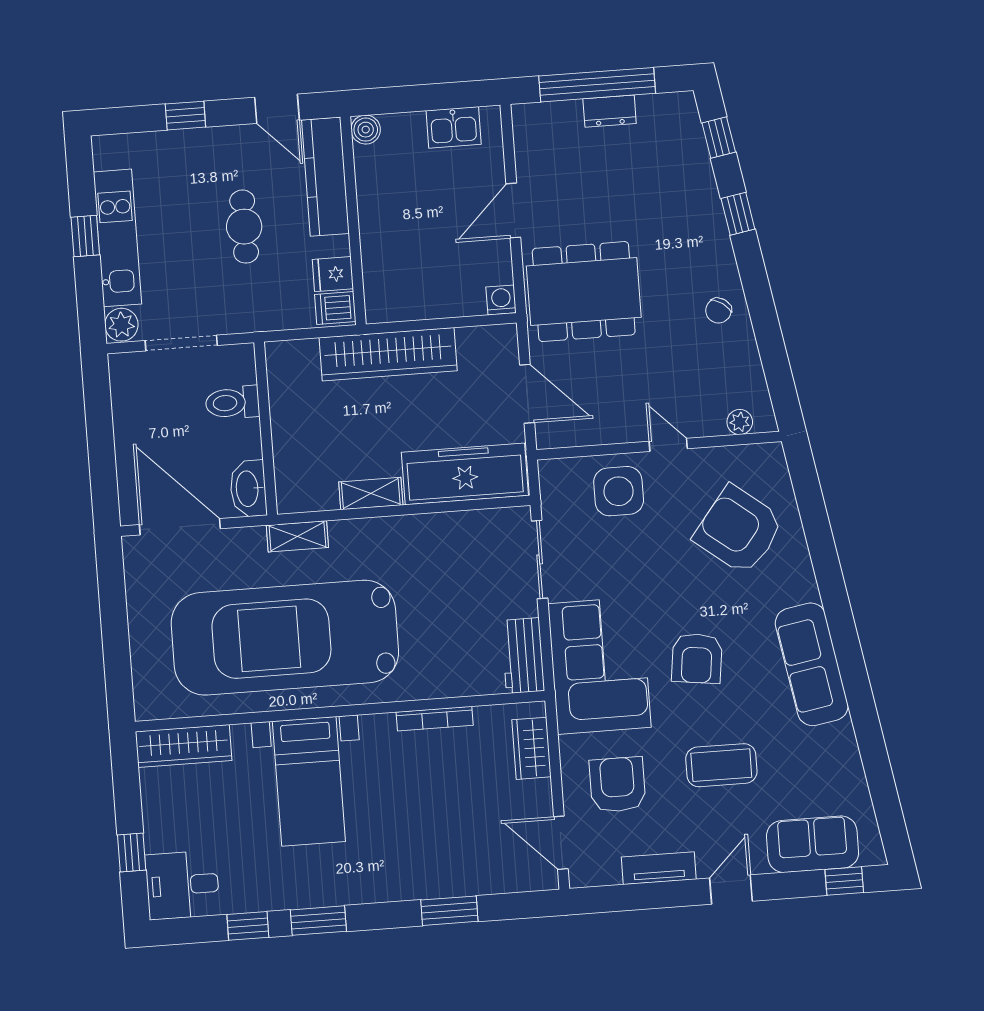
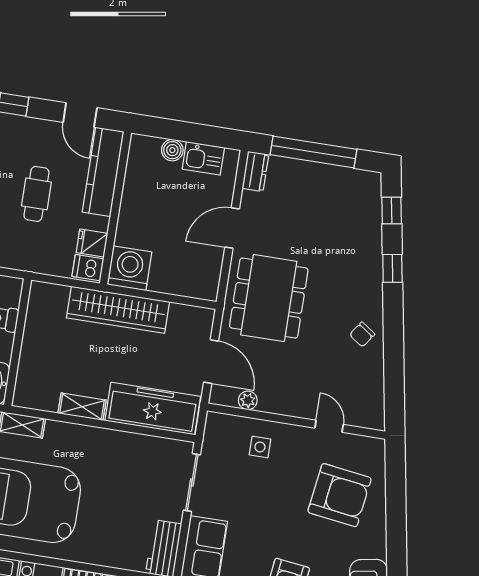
dresser: (610, 111) -> (255, 171), moved, turned -90
boiler: (366, 130) -> (172, 150), moved
dining table: (584, 292) -> (269, 298), turned 90
washing machine: (501, 300) -> (129, 268), moved, width x1.89, depth x1.89
plant: (740, 422) -> (248, 400), moved
door: (668, 445) -> (329, 426), moved
side table: (619, 491) -> (260, 447), width x0.54, depth x0.54
armchair: (739, 530) -> (340, 495), turned 150

